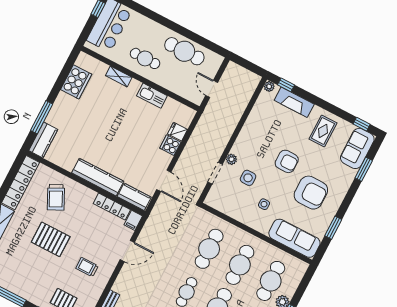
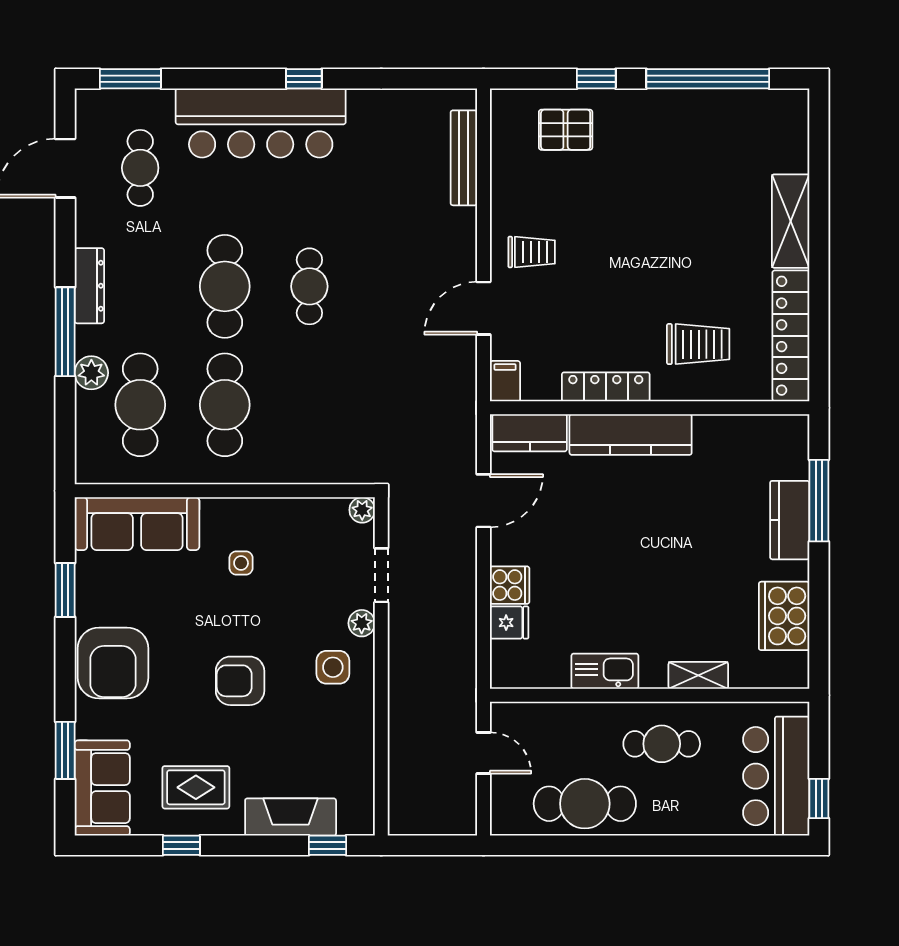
plant: (269, 86) -> (362, 510), moved
window: (362, 124) -> (181, 845), moved
rug: (323, 131) -> (196, 787), turned 90
kitchen counter: (43, 140) -> (790, 520), moved
side table: (248, 178) -> (333, 667), moved
door: (164, 181) -> (484, 501), swing flipped
armchair: (311, 193) -> (113, 663), moved, turned -90
trolley: (56, 197) -> (698, 344), turned 116
locker: (112, 207) -> (606, 387), moved
pallet: (51, 239) -> (662, 247), removed
cafe table: (209, 249) -> (309, 405), removed
trolley: (87, 267) -> (532, 252), moved

